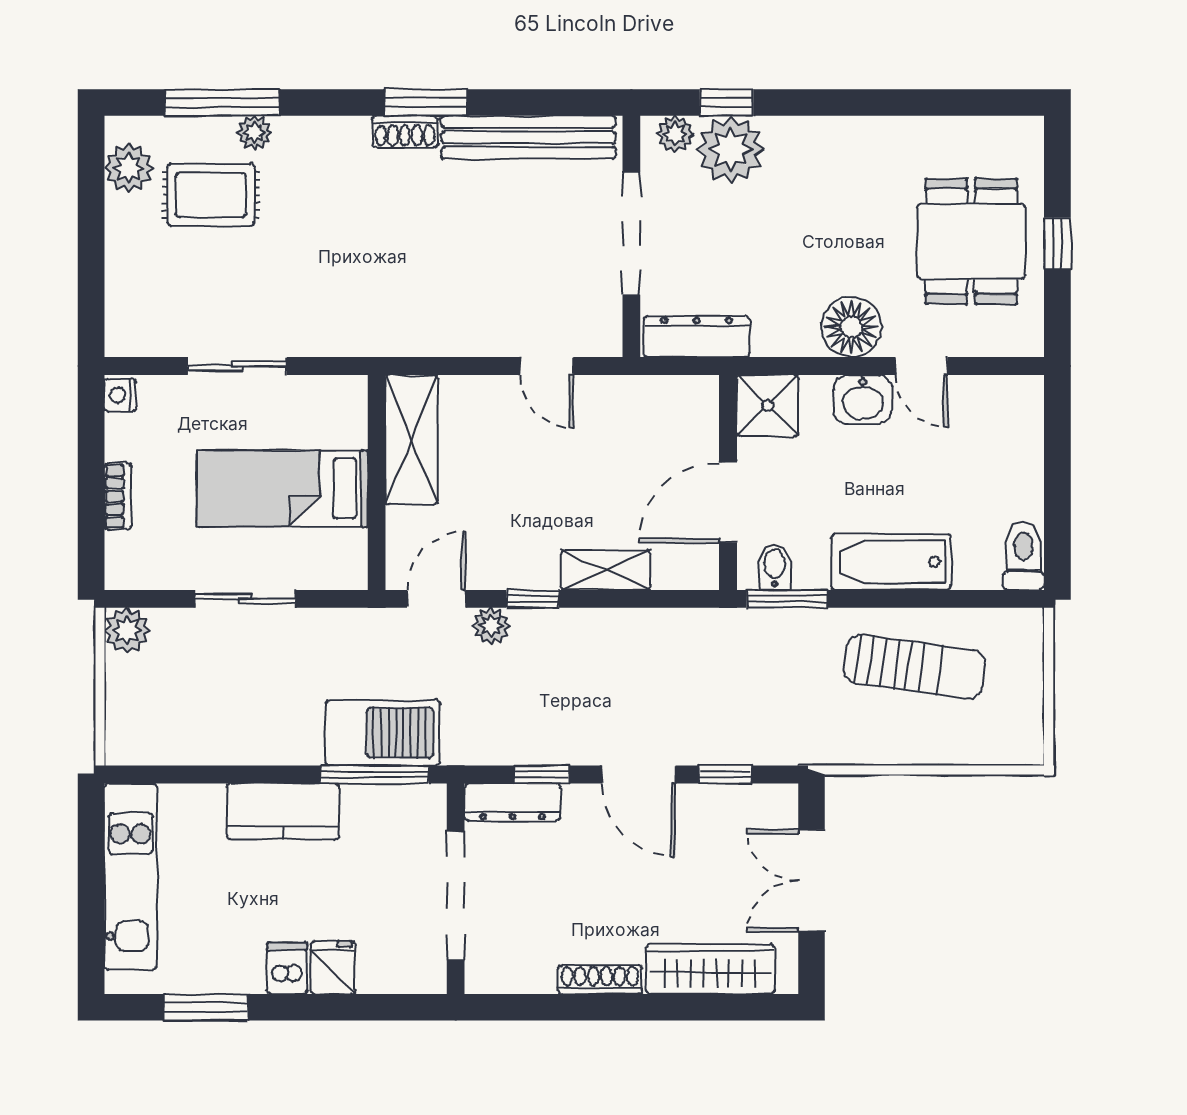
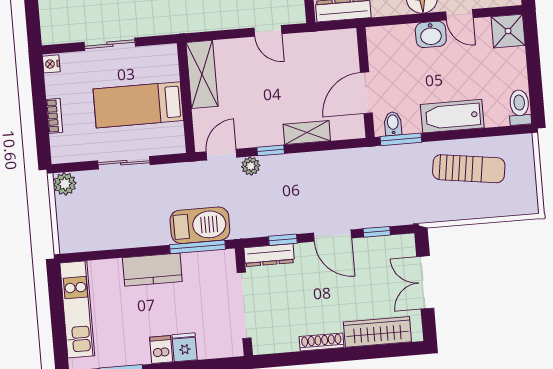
shower: (768, 406) -> (508, 31), moved

